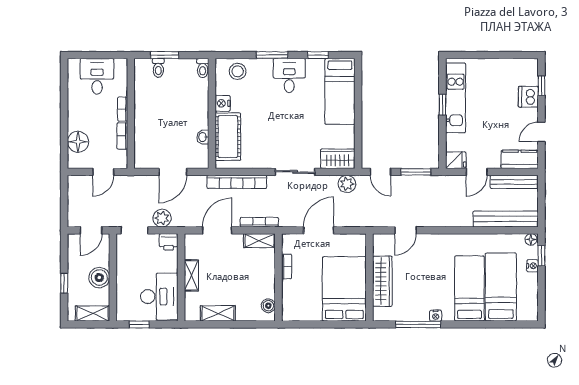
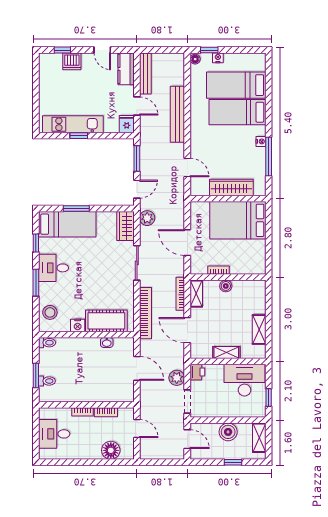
window: (358, 102) -> (76, 208), added
bench: (506, 219) -> (177, 114), moved
boiler: (268, 306) -> (226, 286), moved

